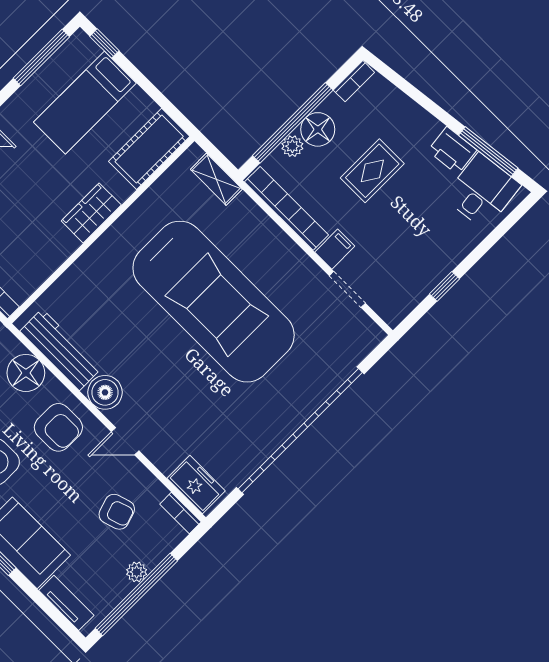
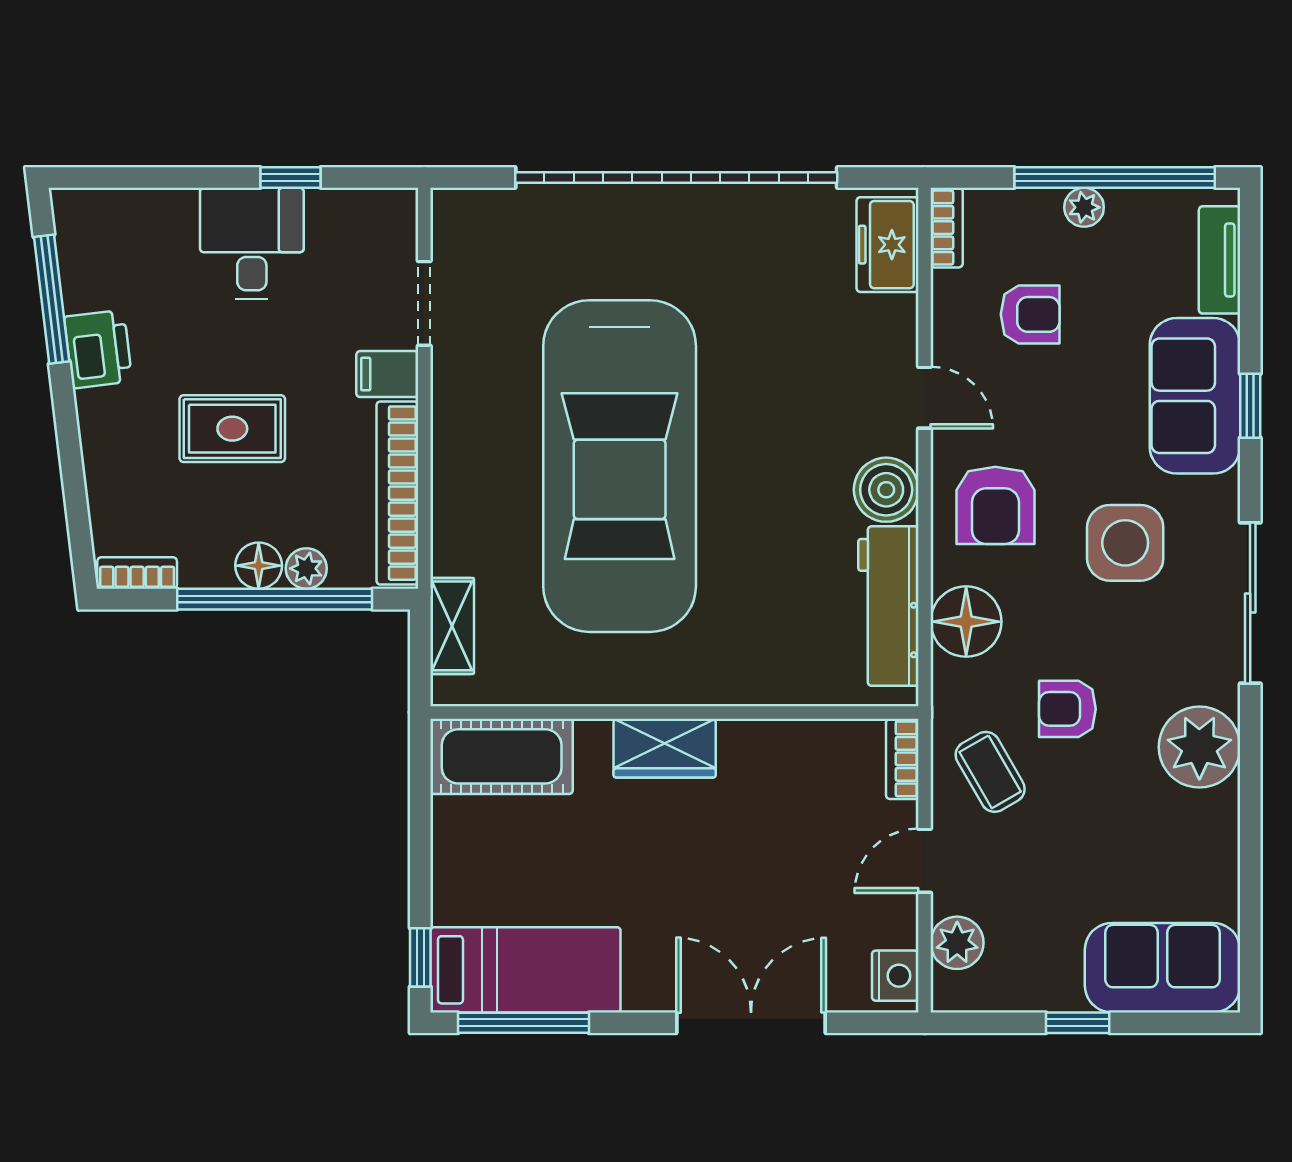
bed: (85, 103) -> (525, 970), moved
floor lamp: (318, 129) -> (259, 566), width x0.73, depth x0.73
desk: (482, 191) -> (252, 243), moved, turned 97
car: (214, 302) -> (620, 466), turned 180
armchair: (58, 427) -> (995, 505), turned 180
armchair: (117, 512) -> (1030, 314), turned 108

